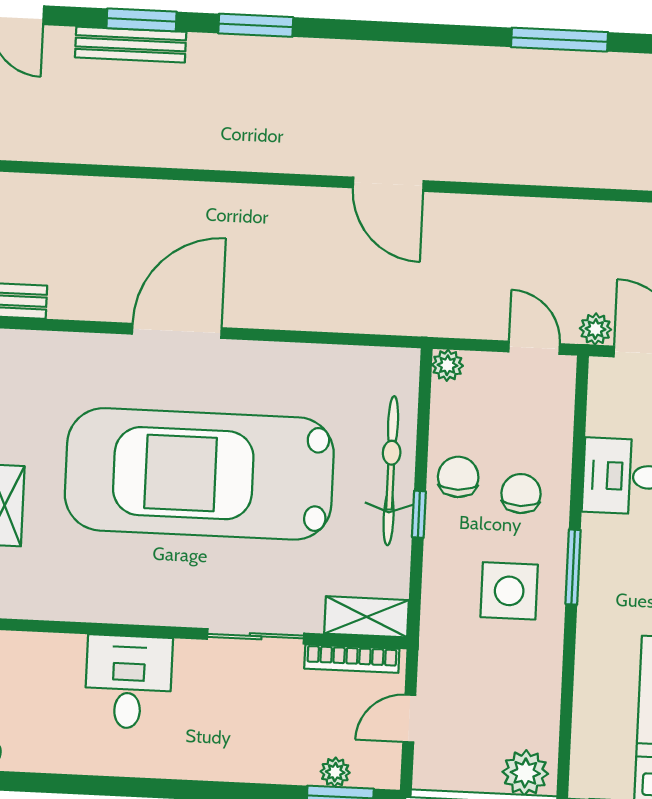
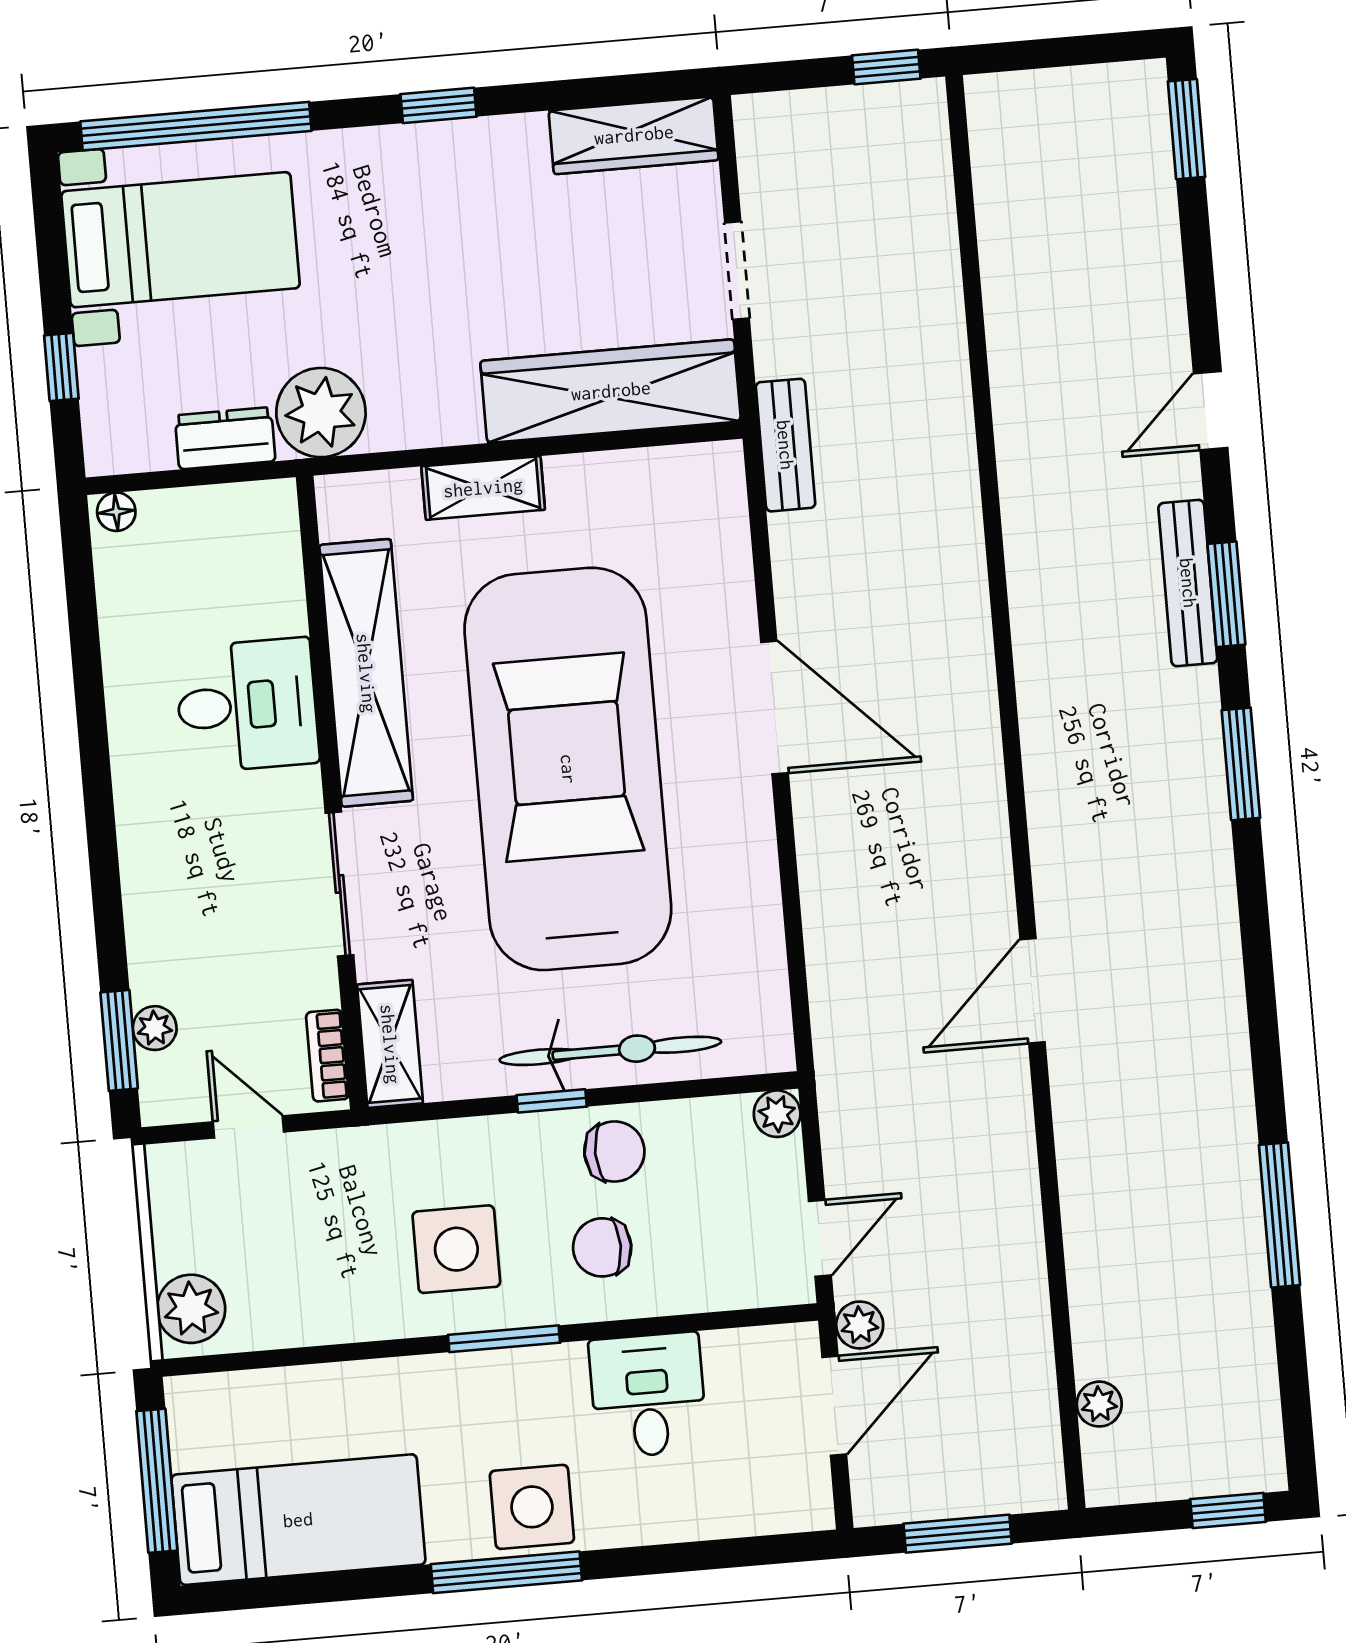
chair: (521, 494) -> (602, 1247), turned 180
shelving: (117, 600) -> (366, 673), added
bookcase: (352, 659) -> (327, 1056), width x0.64

